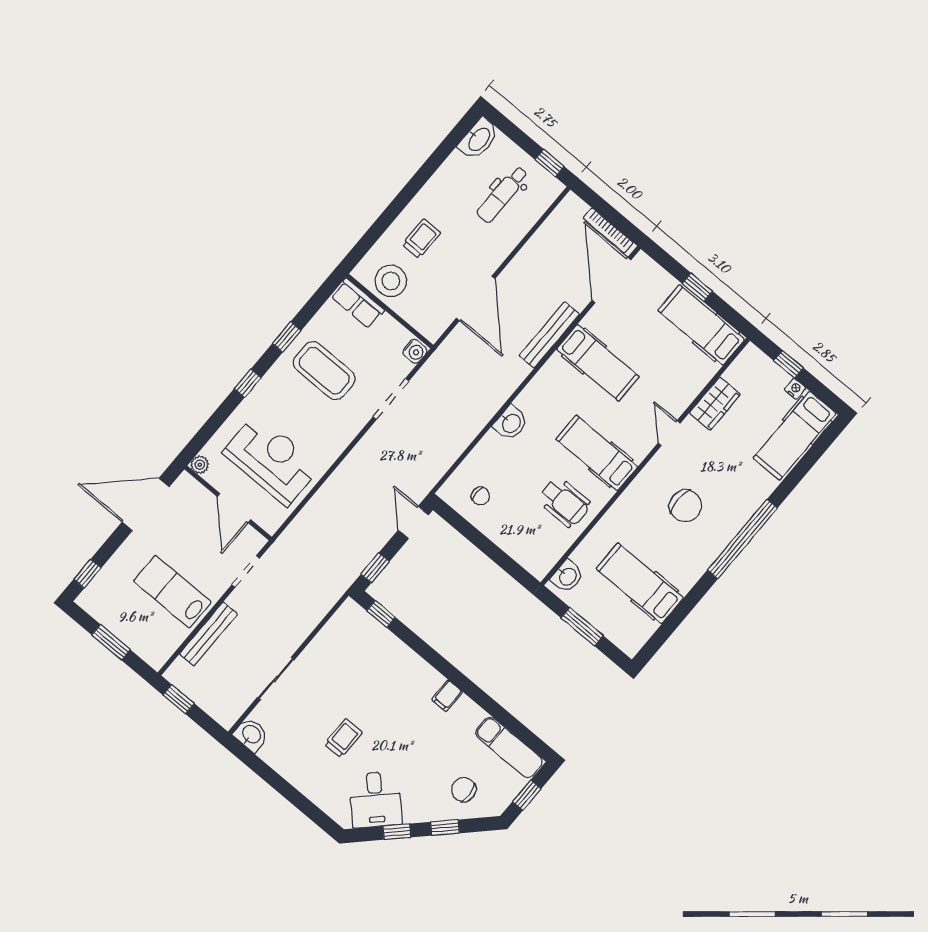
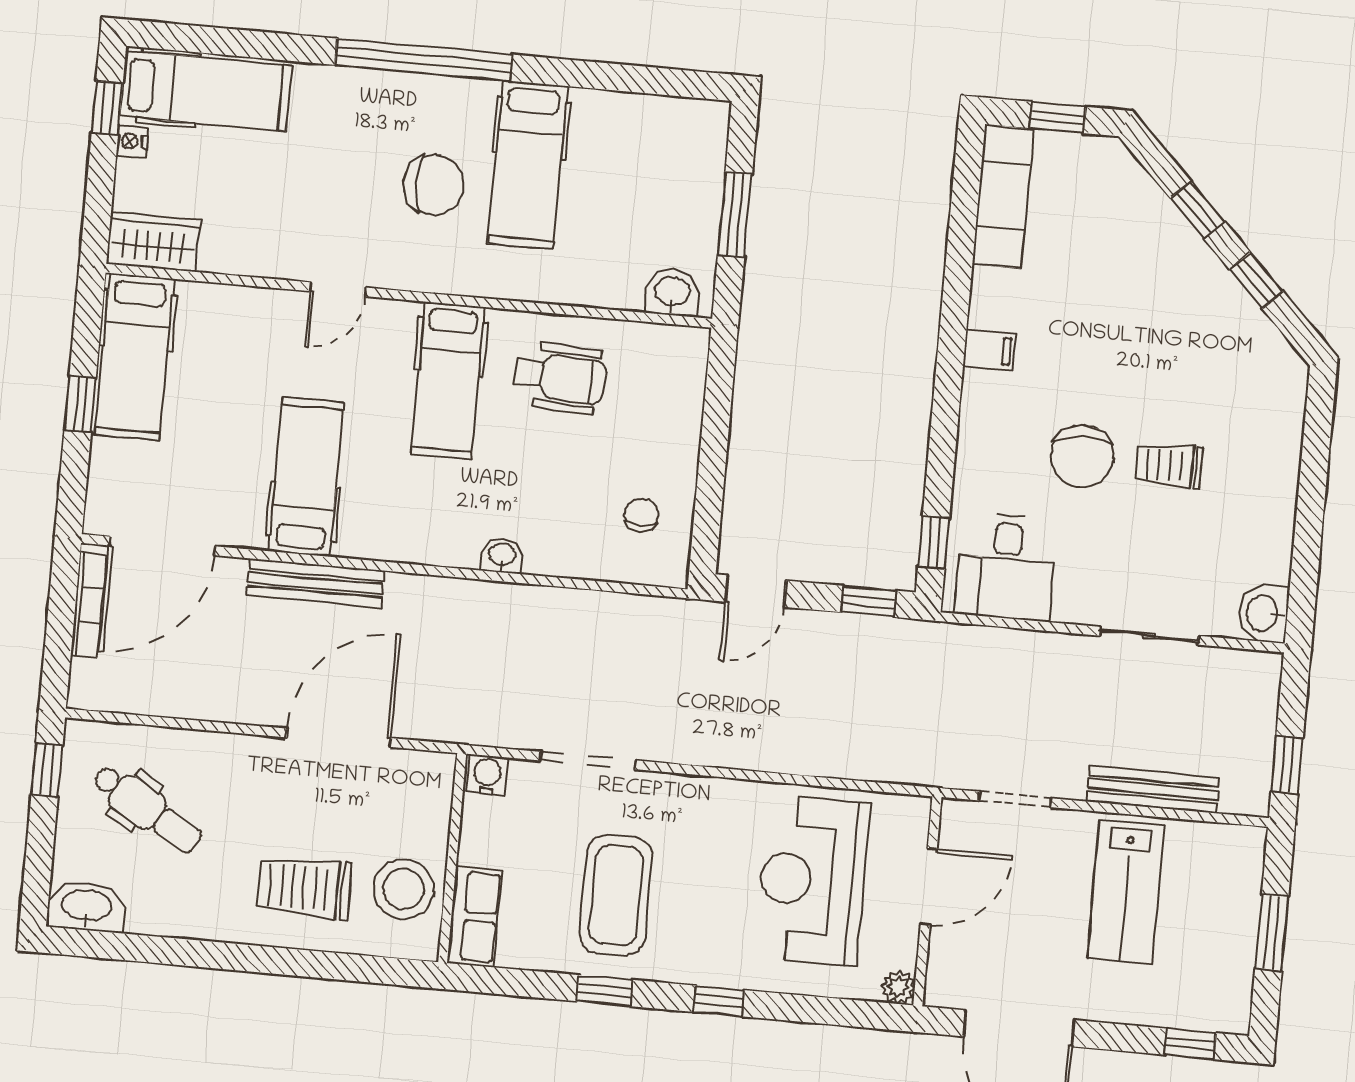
dental chair: (502, 194) -> (147, 809), turned 31
trolley: (421, 239) -> (304, 887), width x1.36, depth x1.39
window: (789, 364) -> (107, 108), moved
wardrobe: (715, 404) -> (154, 242), moved
washbasin: (511, 423) -> (502, 555), width x0.72, depth x0.69
wheelchair: (564, 502) -> (560, 378), turned 93
chair: (686, 506) -> (434, 185), turned 90
hospital bed: (640, 583) -> (528, 165), moved
chair: (464, 790) -> (1082, 456), moved, width x1.37, depth x1.37
desk: (376, 800) -> (1006, 567), moved, turned 135

